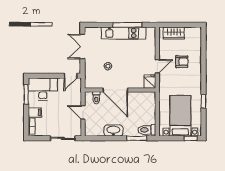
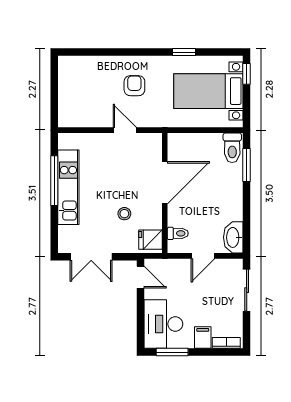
wardrobe: (174, 33) -> (68, 102), removed
armchair: (182, 62) -> (134, 86), moved
fridge: (150, 82) -> (150, 240), moved
door: (115, 90) -> (165, 183), moved
washbasin: (113, 130) -> (233, 237), moved

